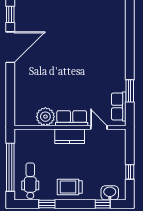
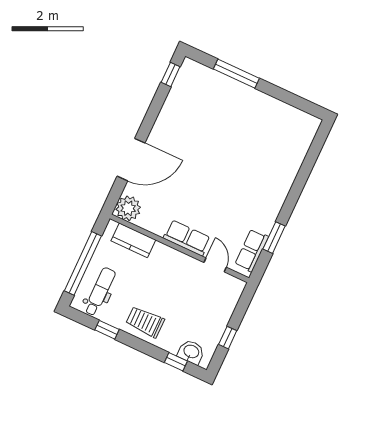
door: (10, 47) -> (131, 160), moved
plant: (45, 117) -> (128, 208), moved
kitchen counter: (70, 136) -> (133, 240), moved

